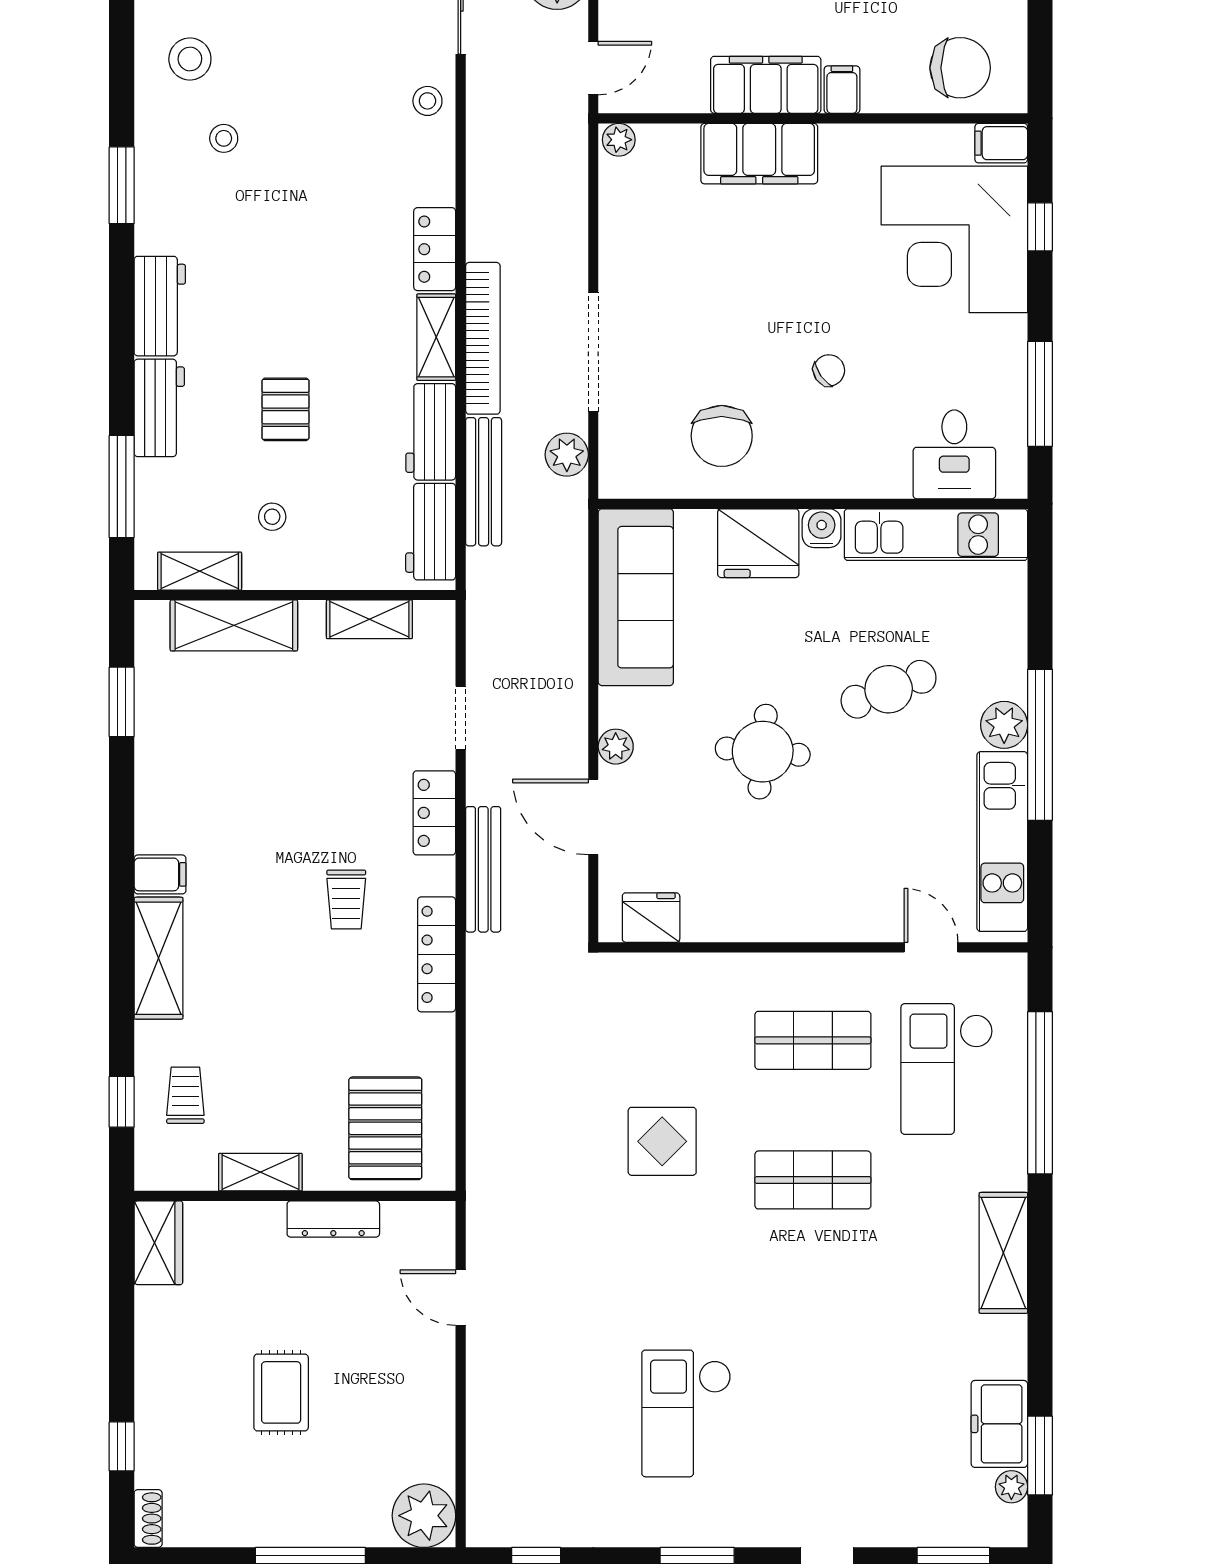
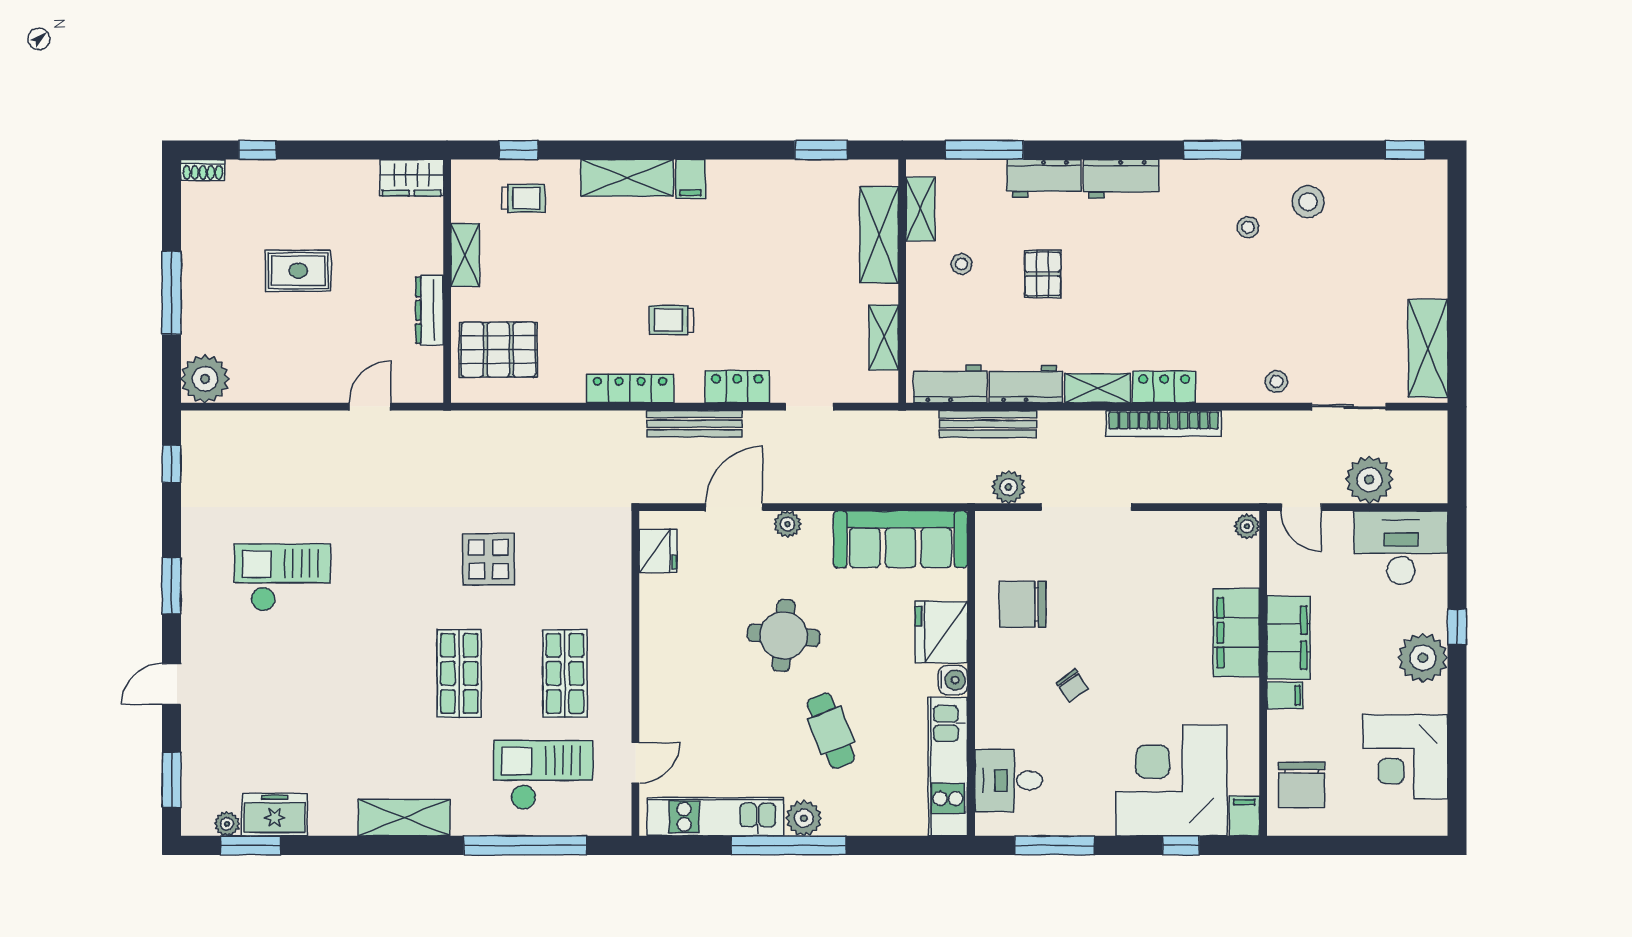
bookcase: (483, 338) -> (1164, 423), moved
pallet: (286, 409) -> (1043, 274), turned 90

